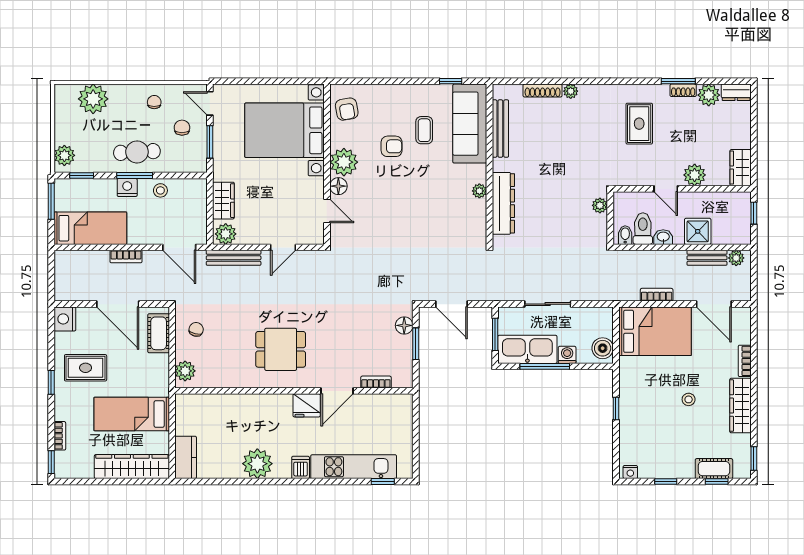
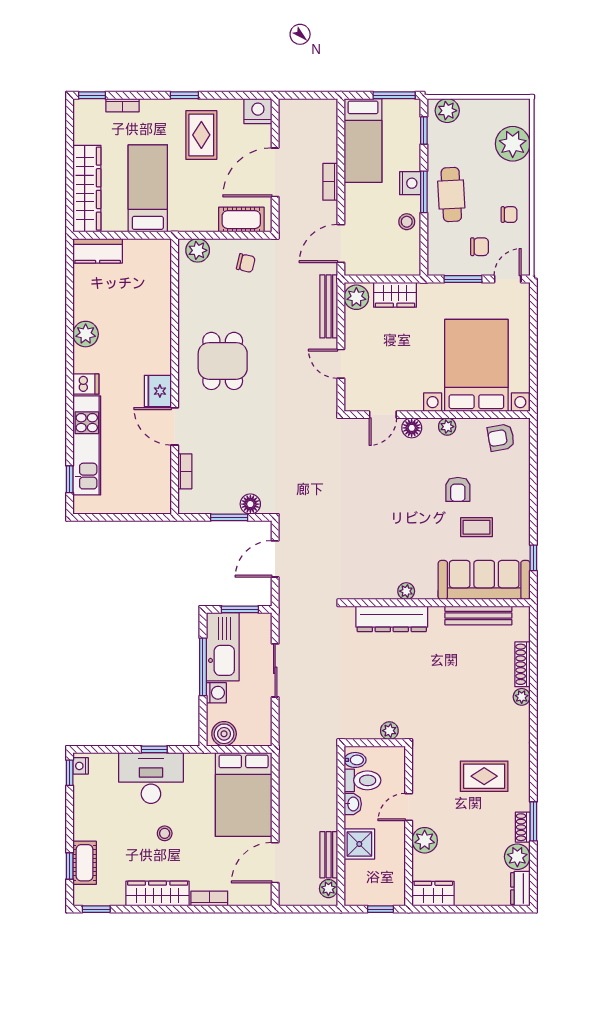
plant: (344, 162) -> (447, 427), width x0.53, depth x0.53
bookcase: (657, 295) -> (286, 796), removed
desk: (641, 411) -> (151, 778), added
plant: (257, 464) -> (86, 334), width x0.73, depth x0.73
window: (666, 482) -> (70, 773), moved

